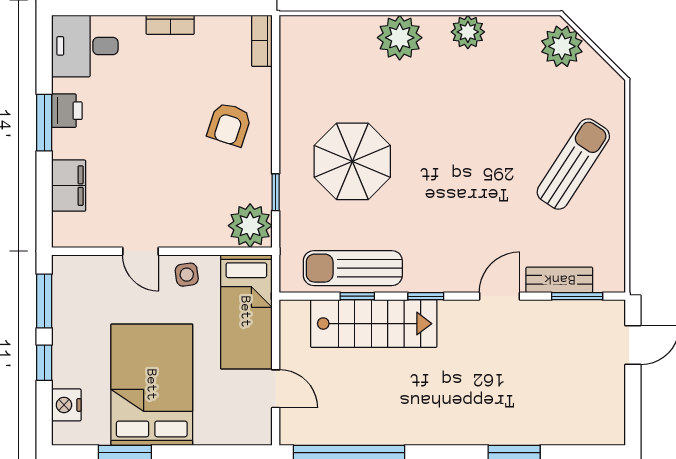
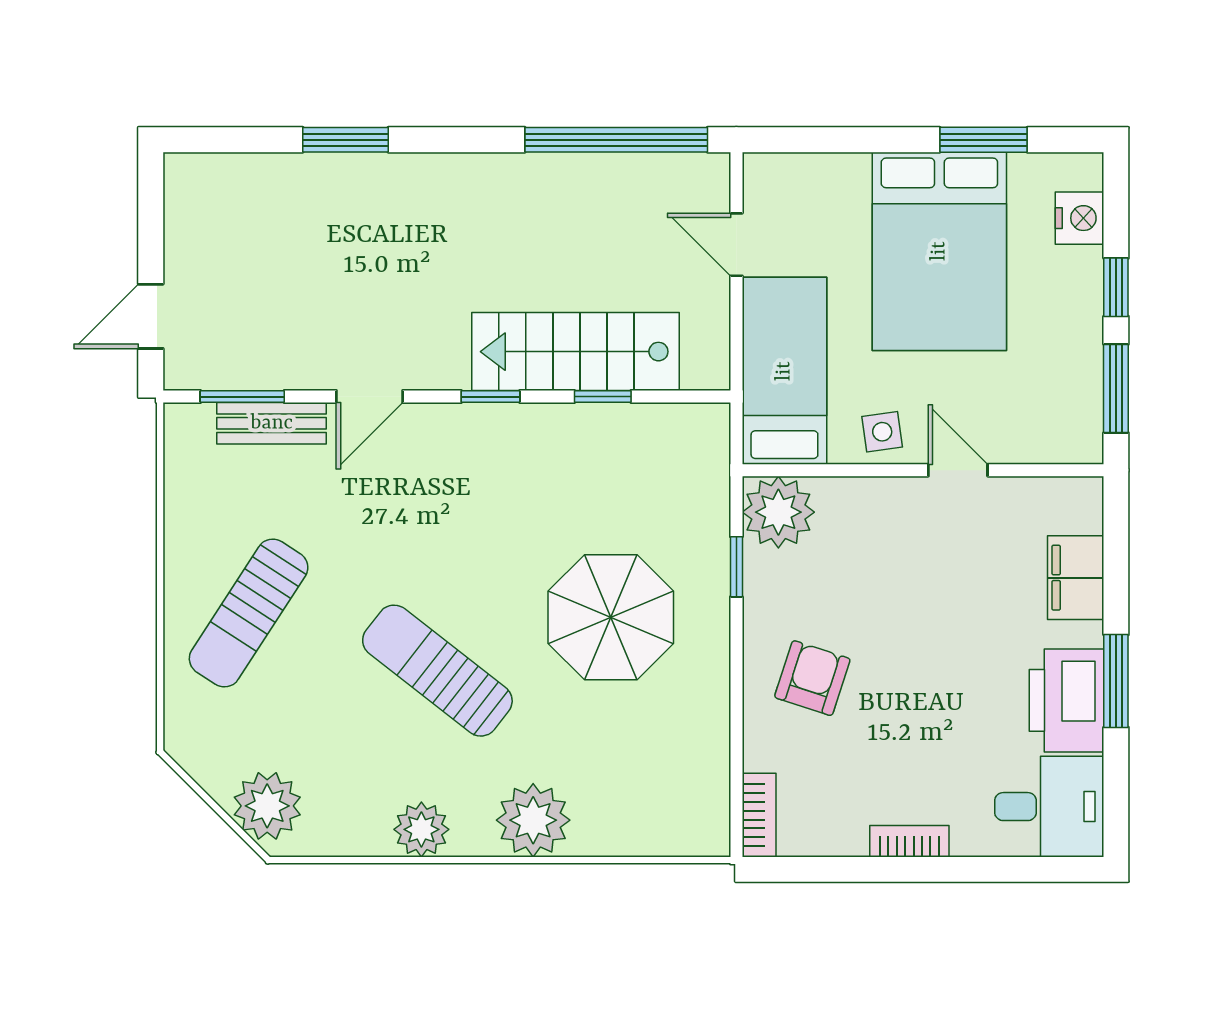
printer: (67, 111) -> (1067, 700), width x1.87, depth x1.48
sun lounger: (353, 268) -> (437, 671), moved, turned -142

